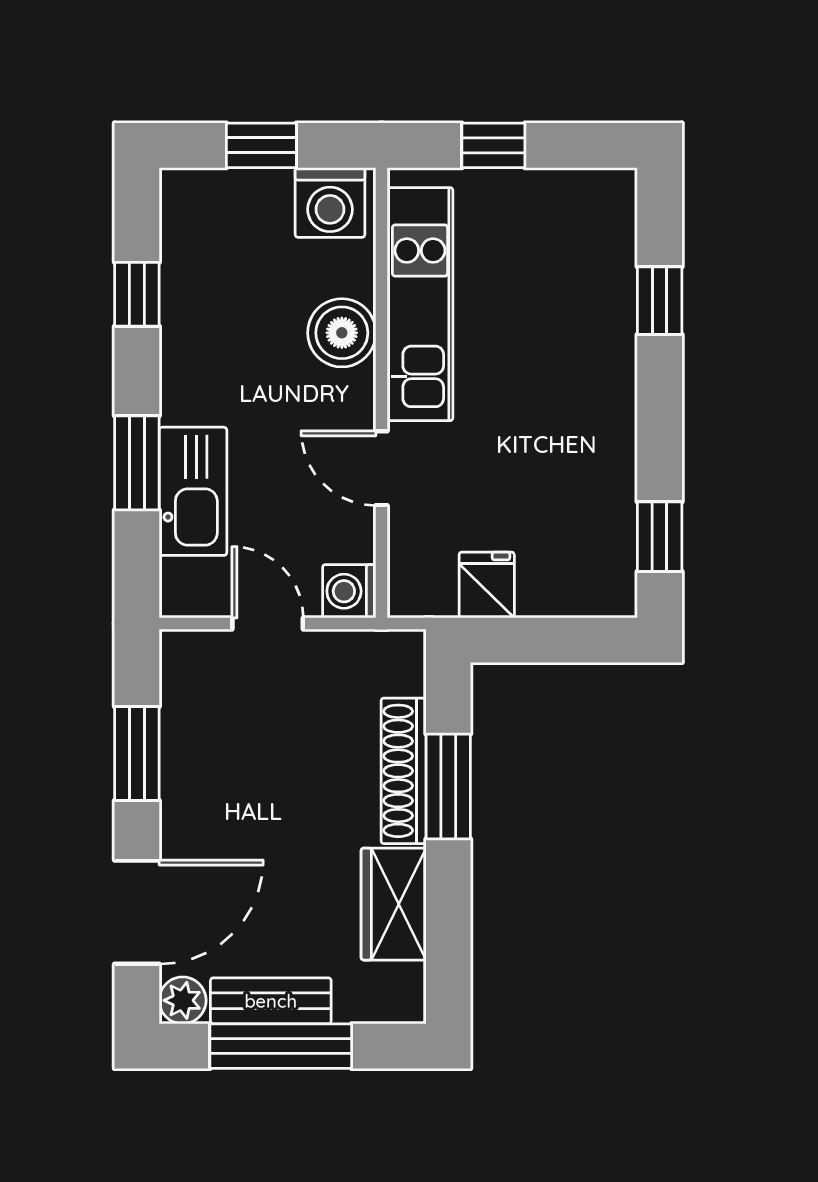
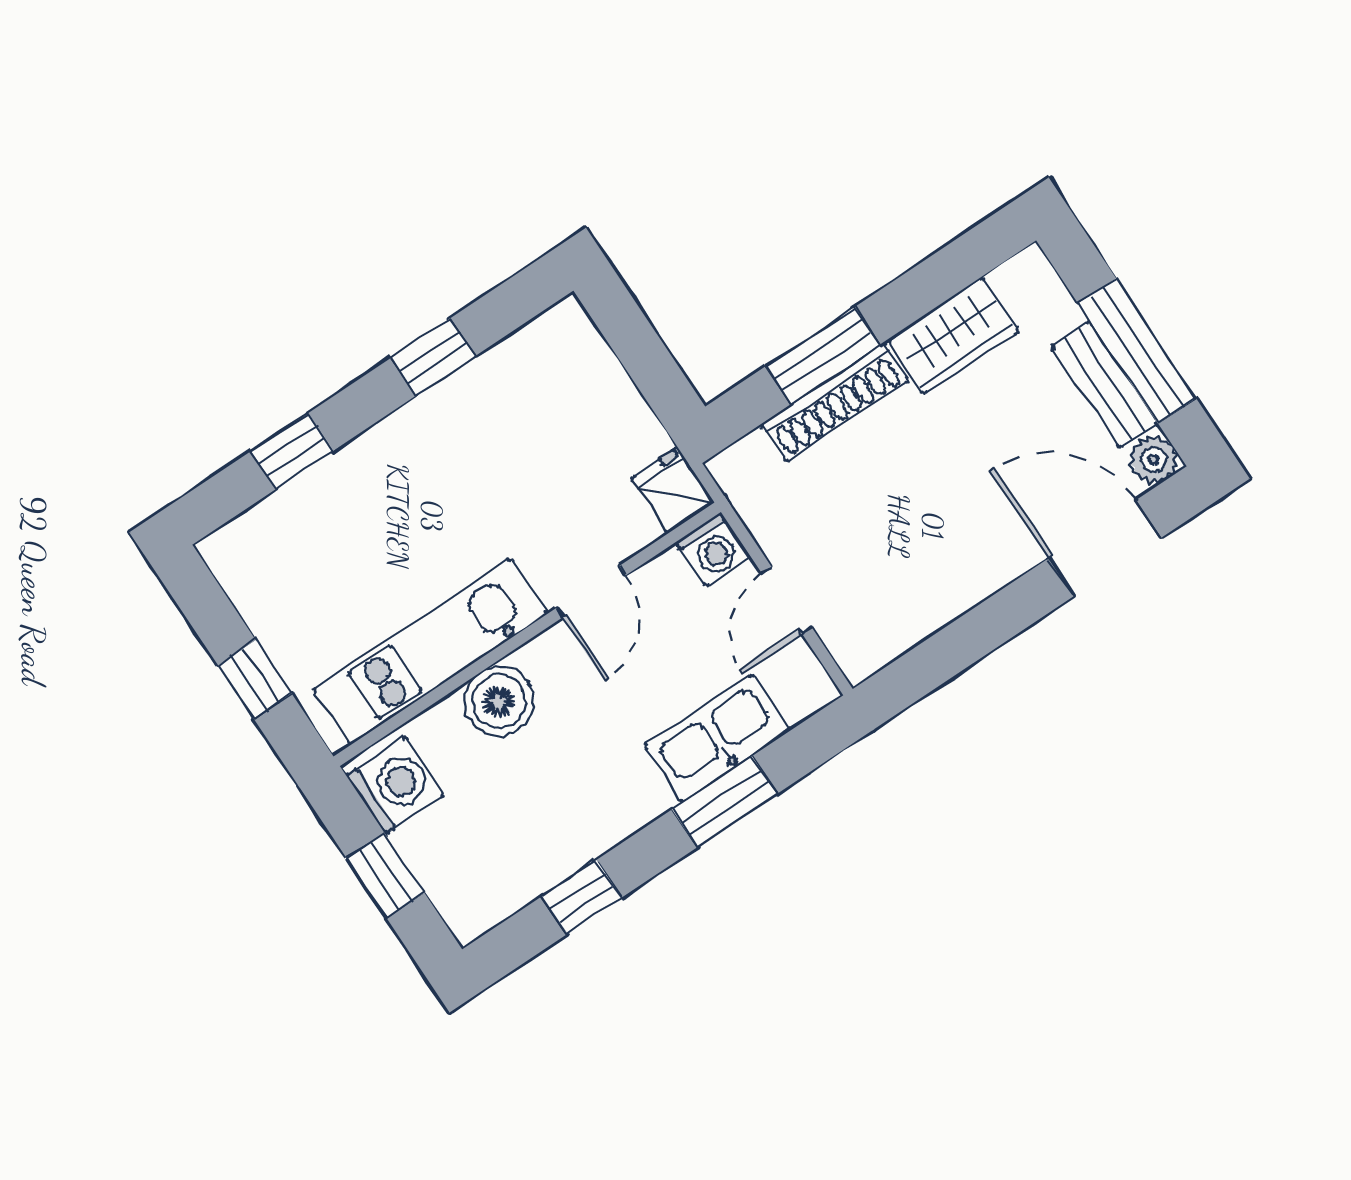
window: (660, 537) -> (433, 357), moved
fridge: (487, 585) -> (673, 490), moved, turned 90
window: (137, 753) -> (971, 638), removed

